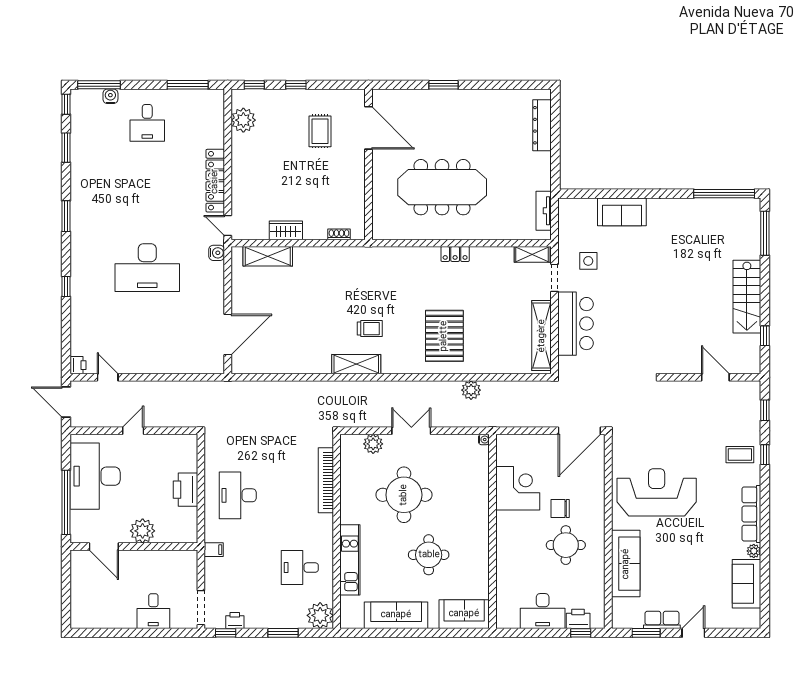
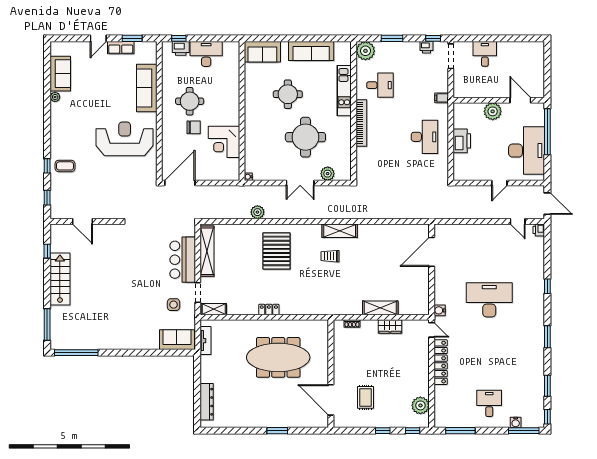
sofa: (622, 212) -> (177, 340), moved
shelving: (268, 256) -> (380, 308), moved
bookcase: (326, 480) -> (361, 123), moved
reception desk: (657, 492) -> (125, 139), turned 180
row of seats: (751, 514) -> (57, 123), removed

